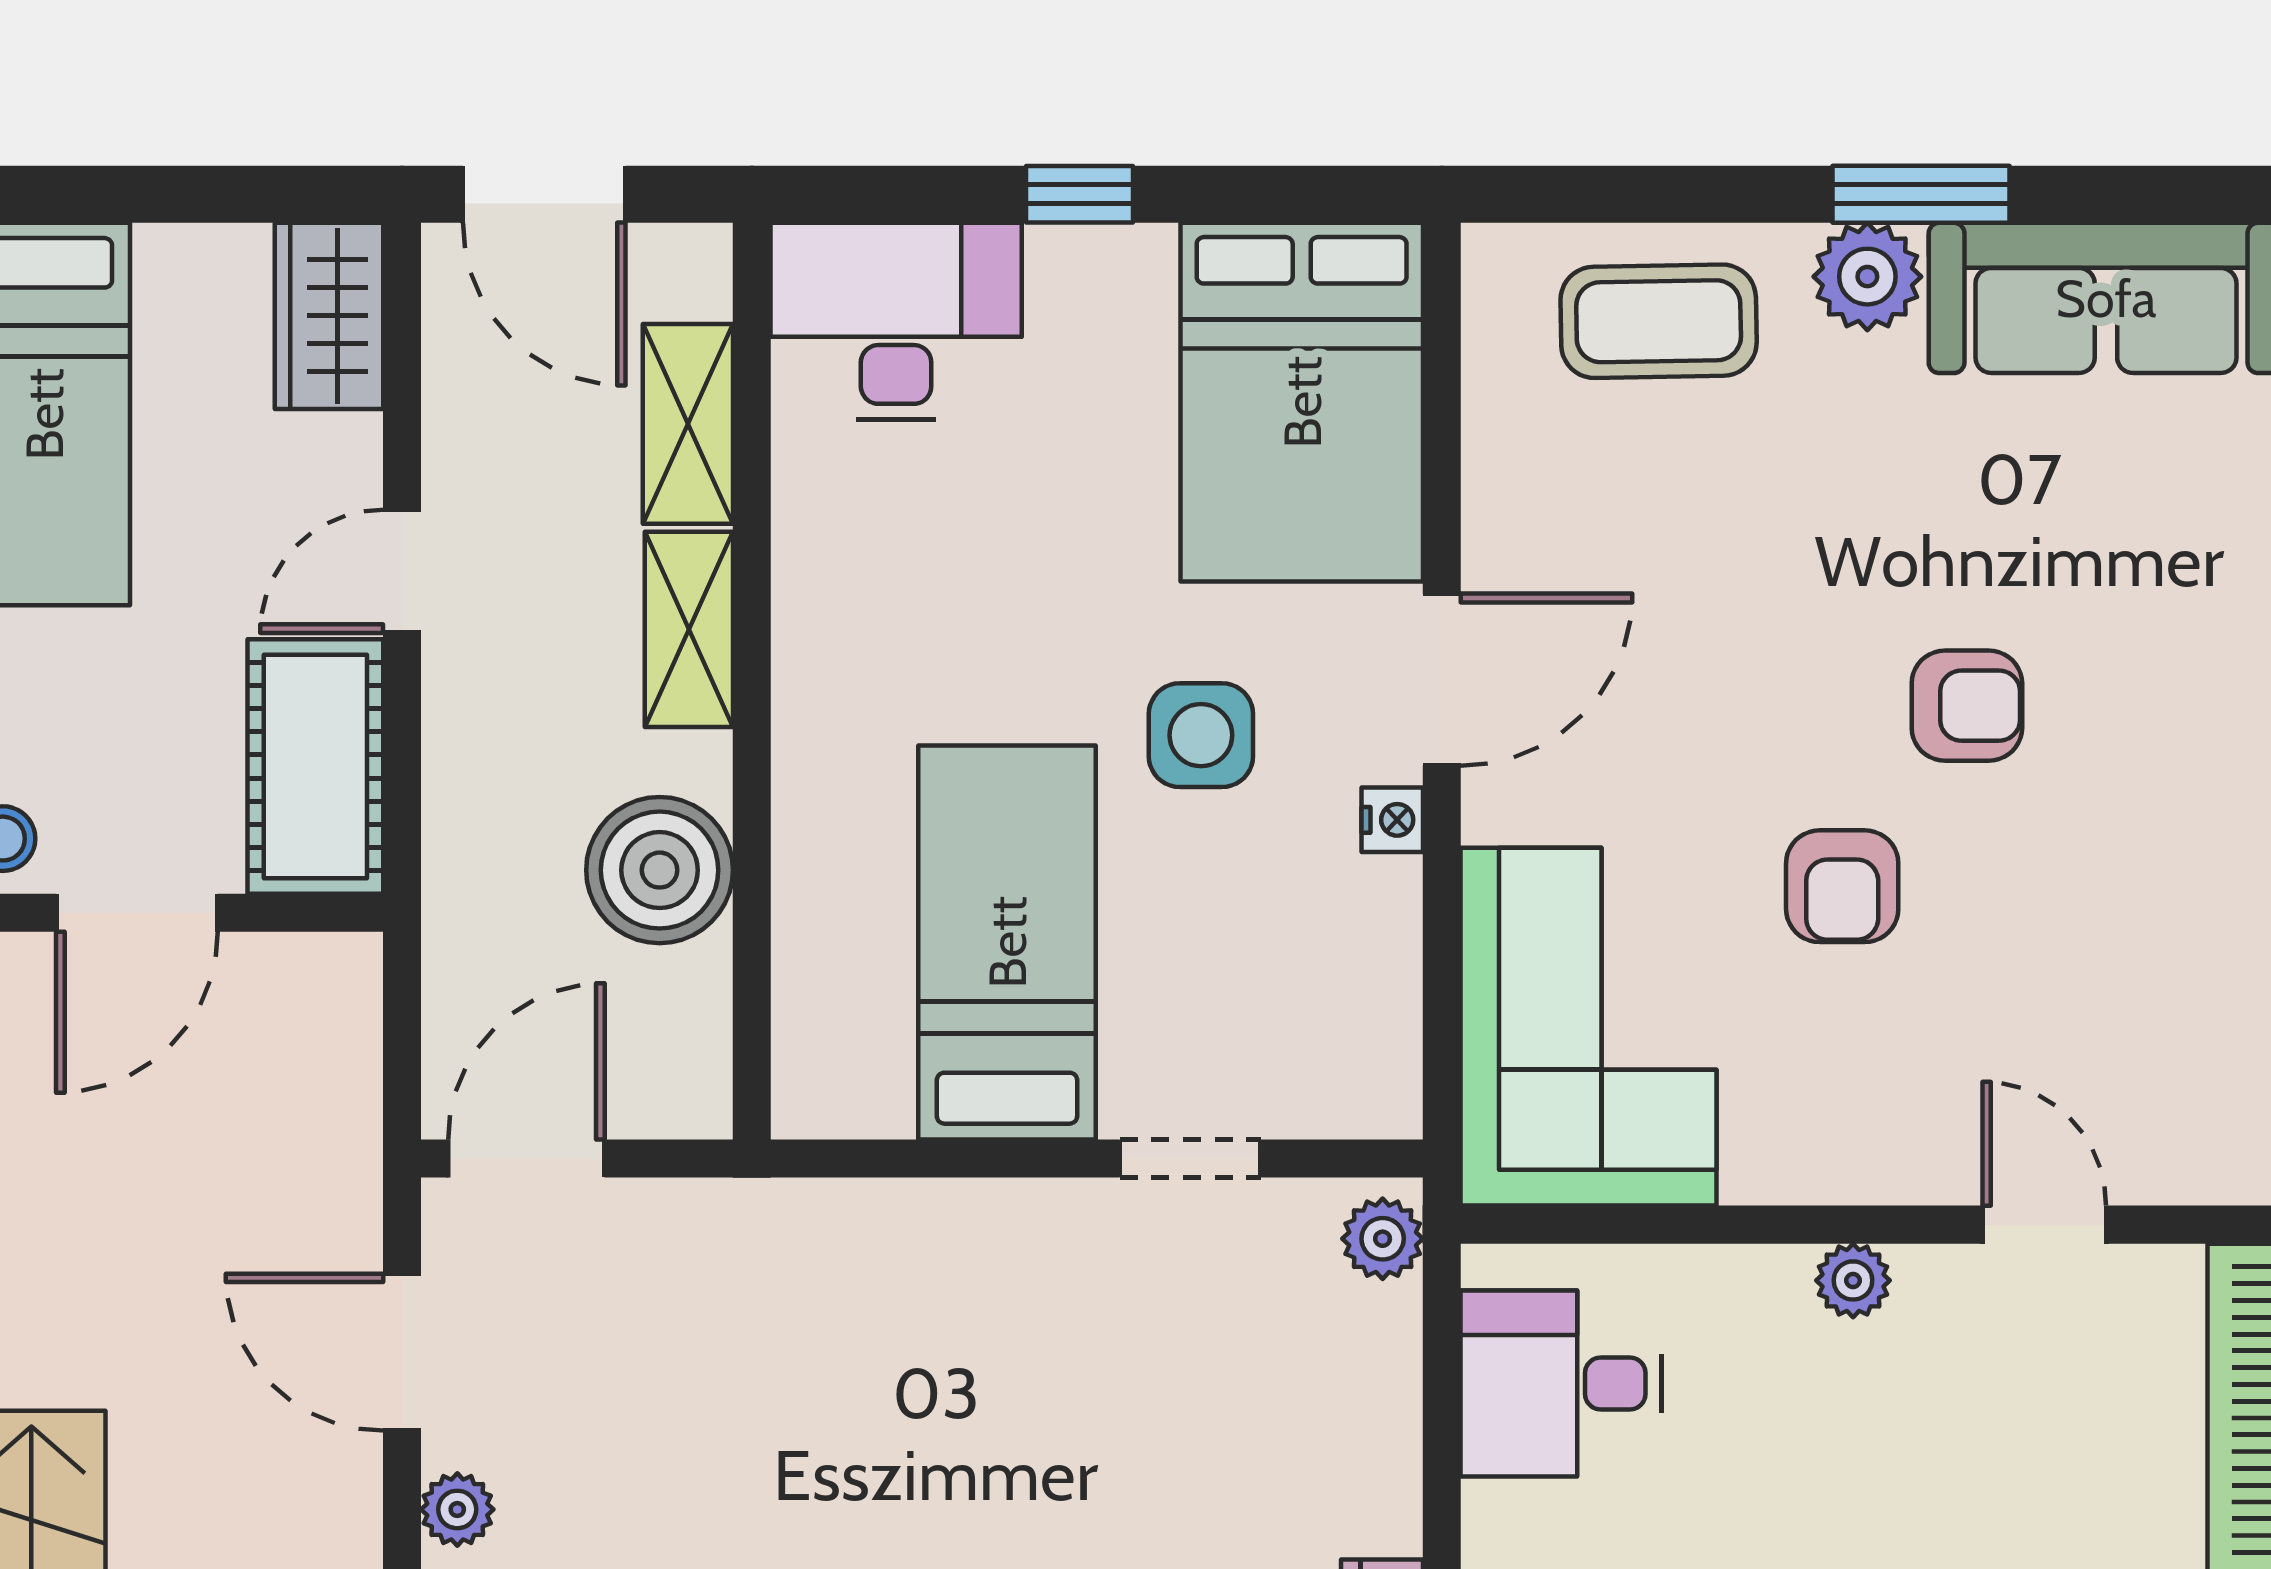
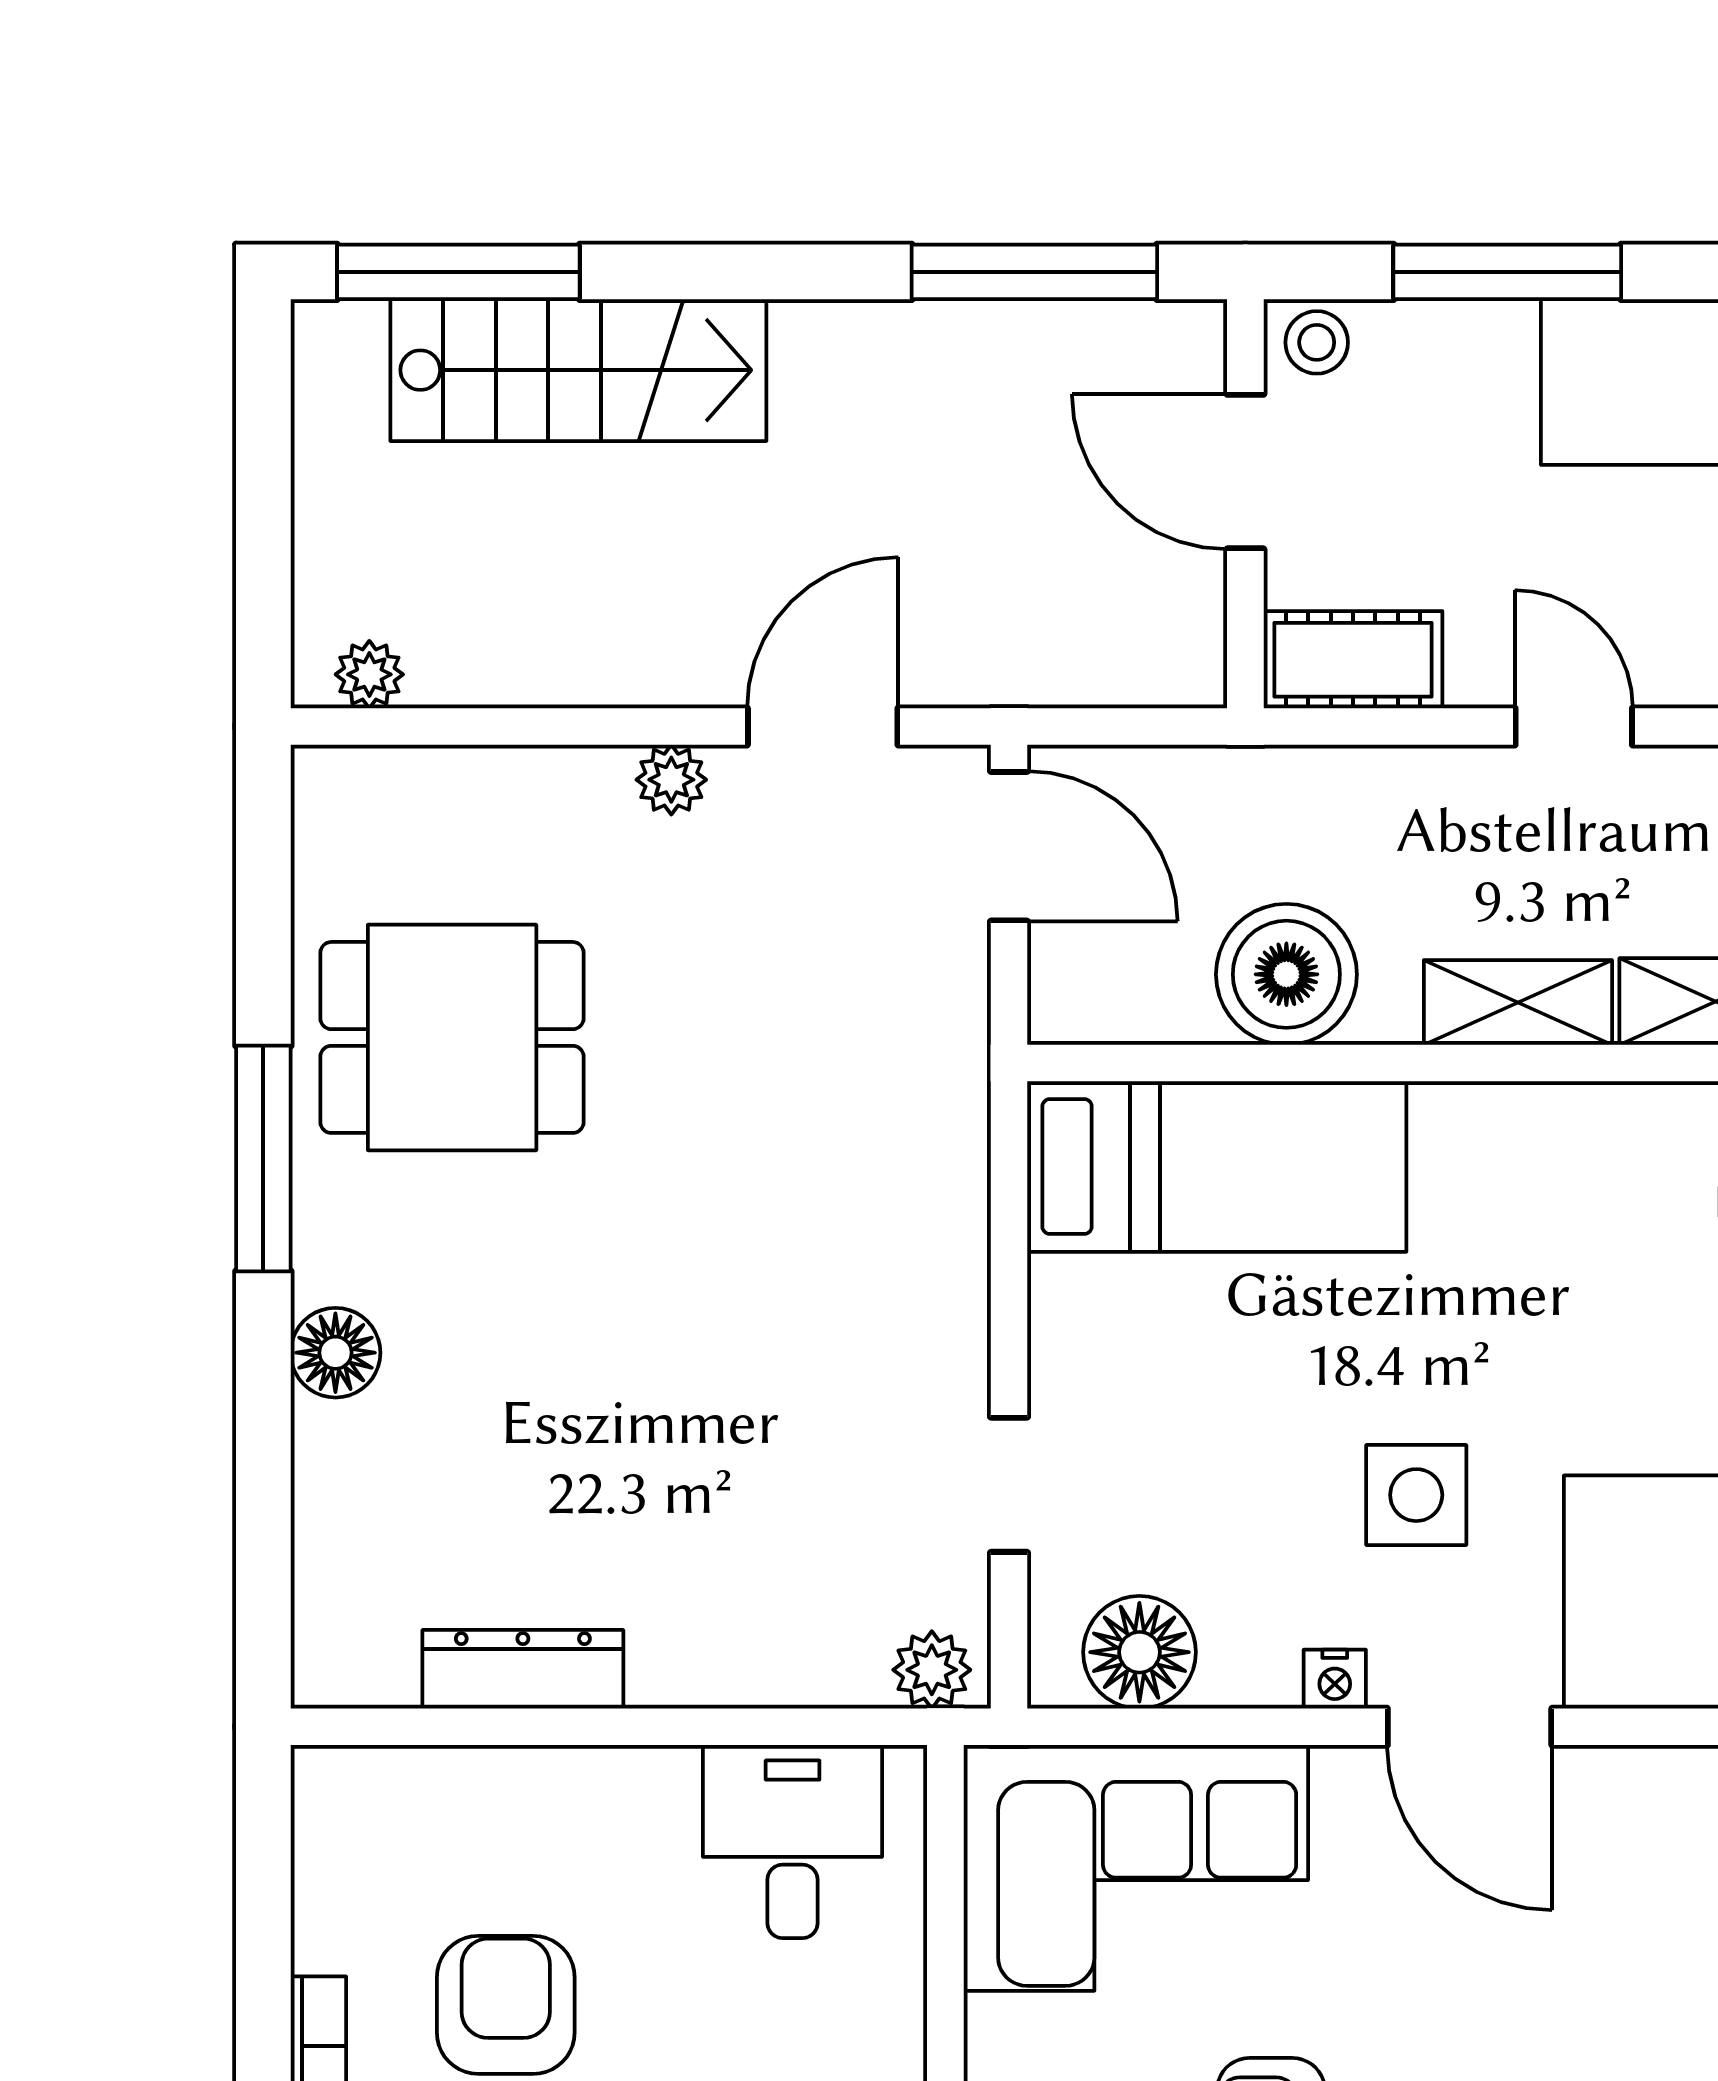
cot: (315, 767) -> (1353, 660), width x0.73, depth x0.75
bed: (1007, 942) -> (1217, 1167), moved
floor lamp: (1364, 1023) -> (1139, 1652), added

